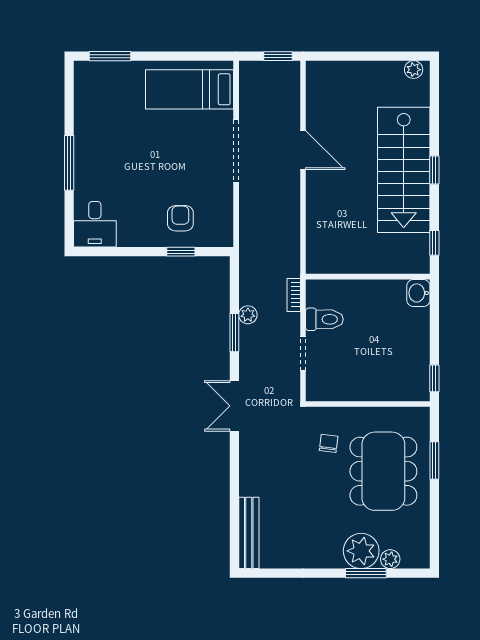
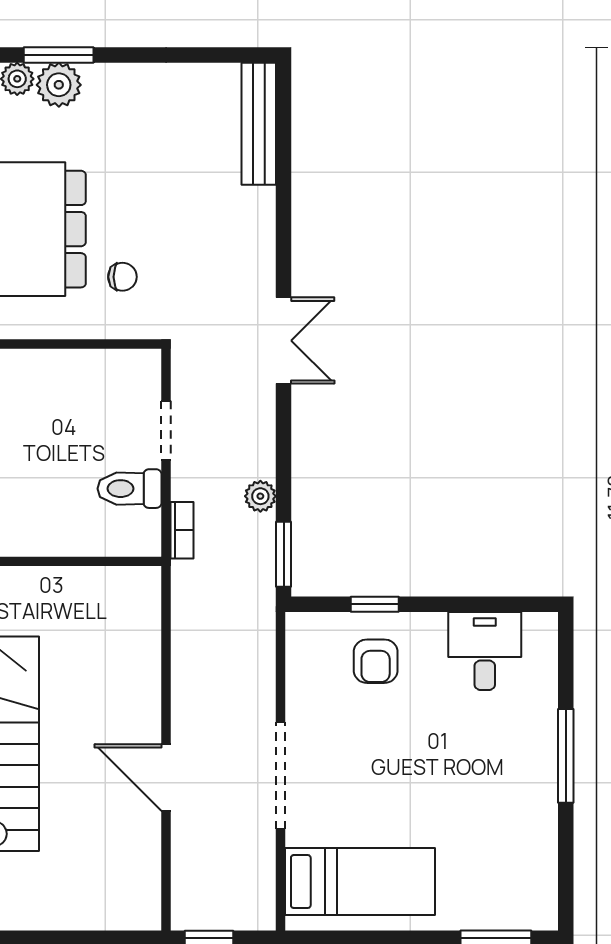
desk: (95, 224) -> (485, 651), moved
window: (234, 333) -> (284, 554), moved
chair: (329, 443) -> (122, 277), turned -97
plant: (361, 551) -> (59, 85), width x0.73, depth x0.73

